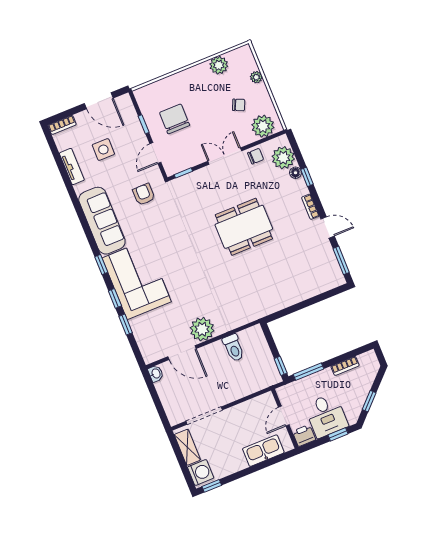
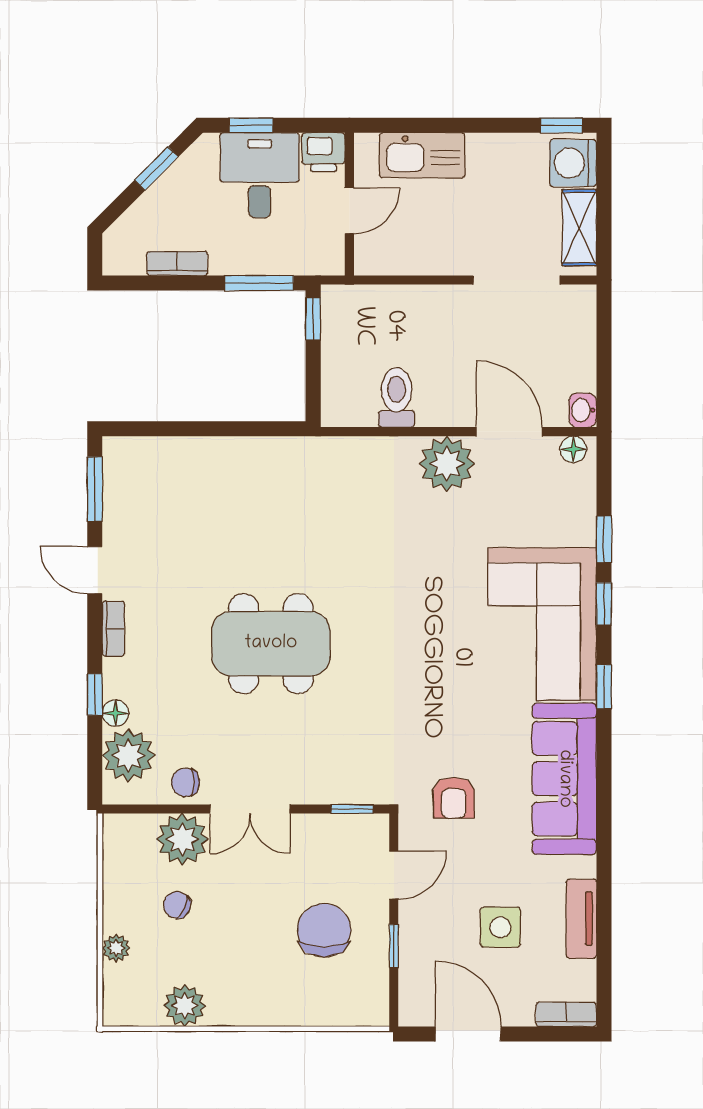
chair: (175, 119) -> (324, 930), turned 180
plant: (263, 126) -> (182, 839), moved
floor lamp: (153, 356) -> (573, 449), added

